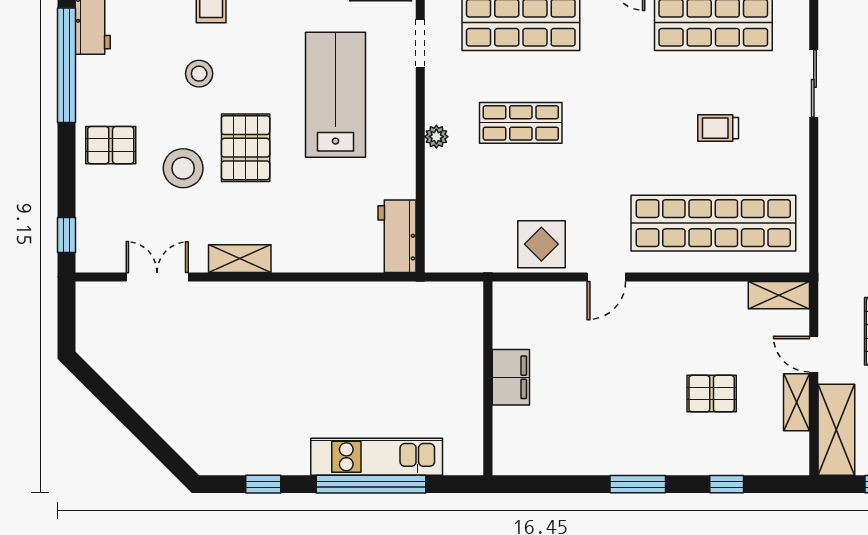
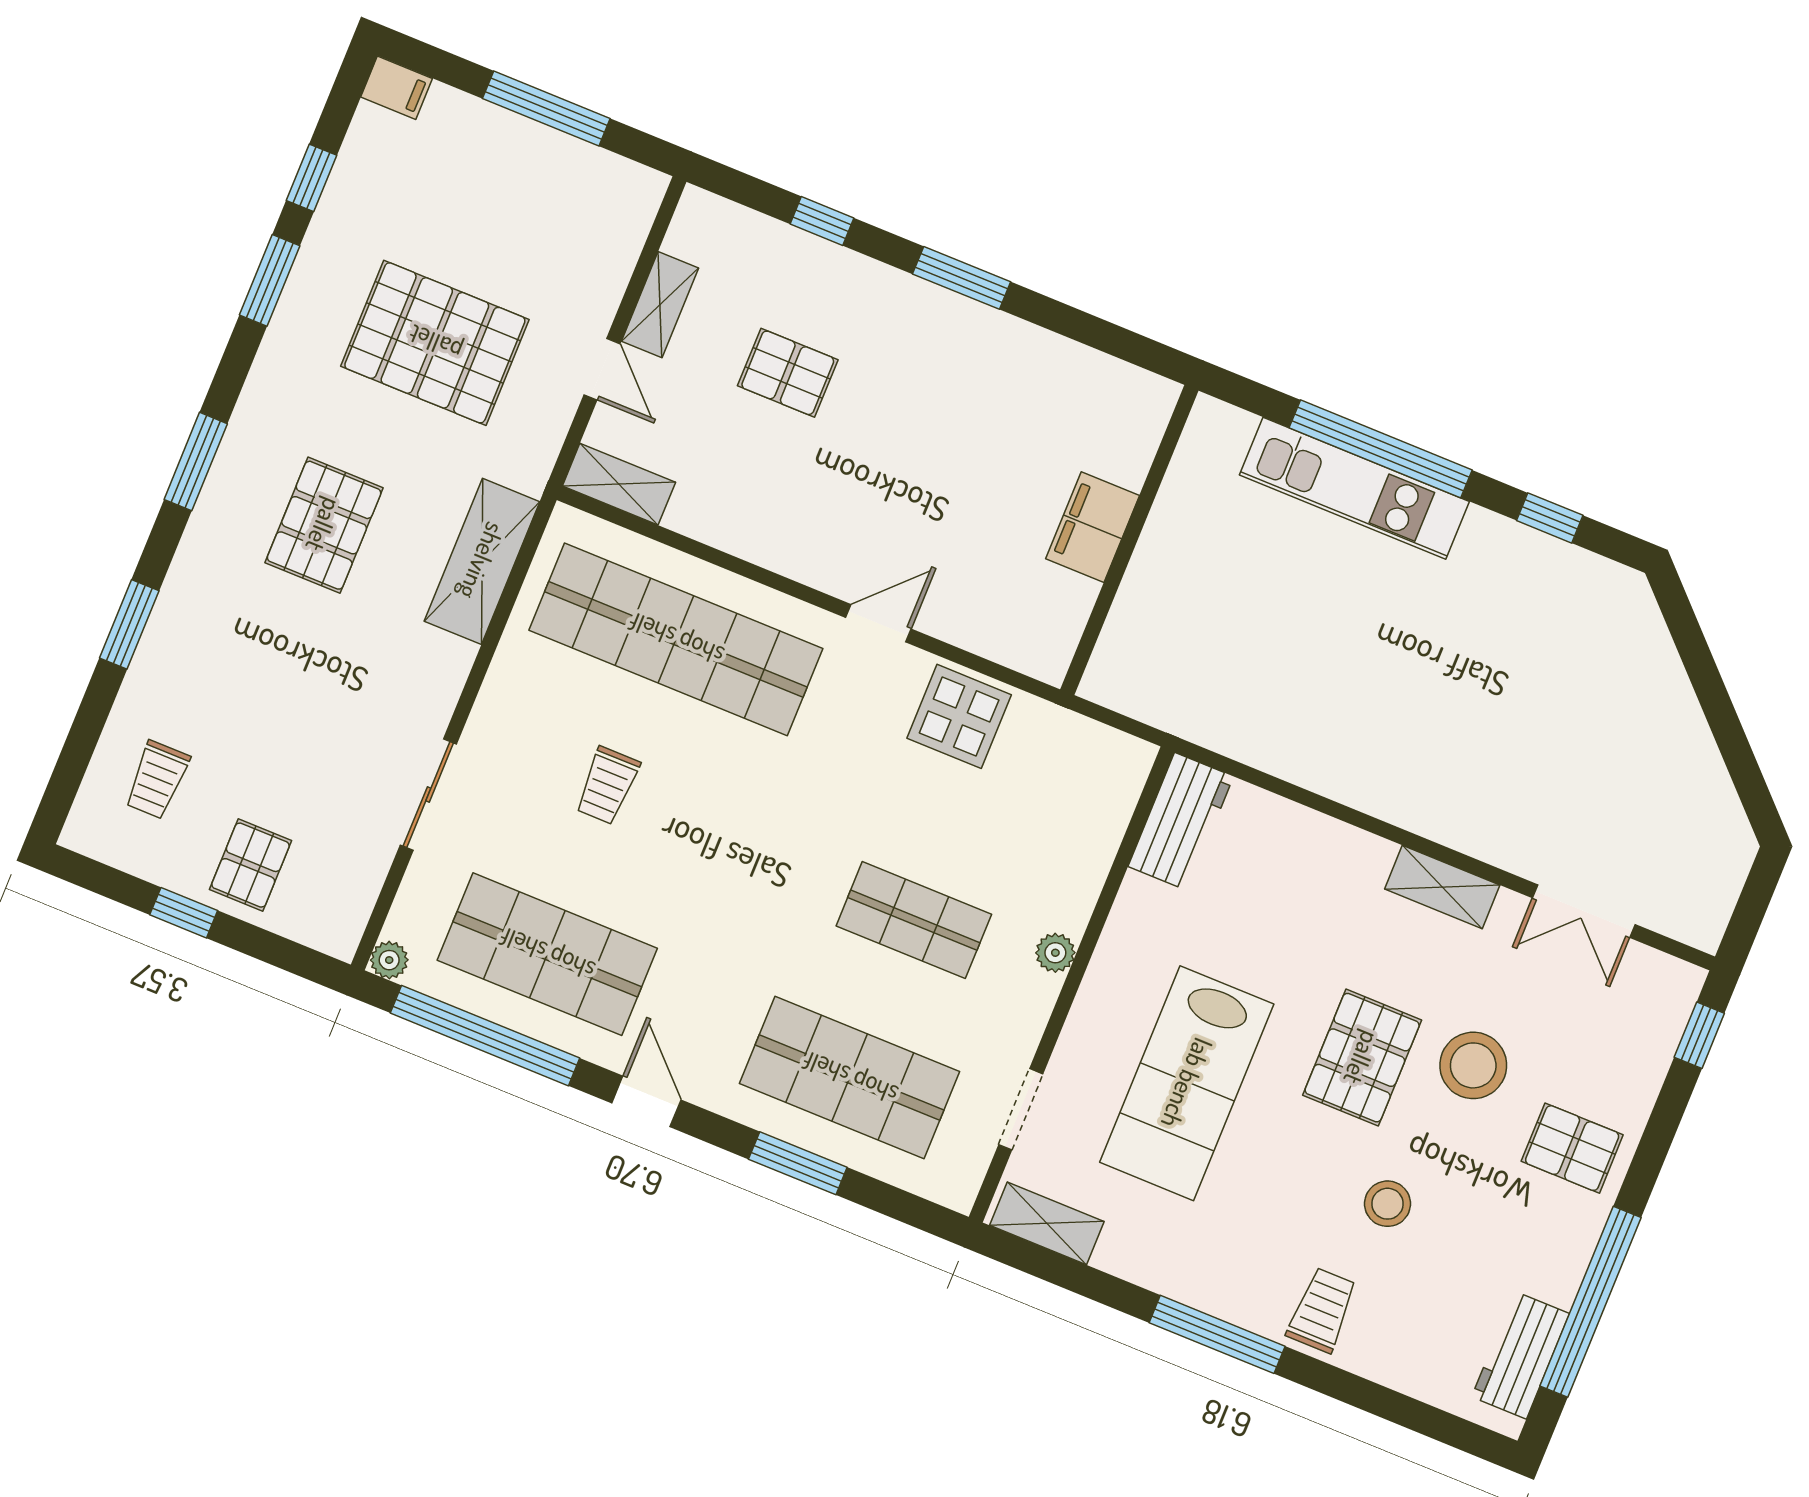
trolley: (718, 128) -> (607, 786), turned 90
shelving: (836, 430) -> (482, 561), moved

